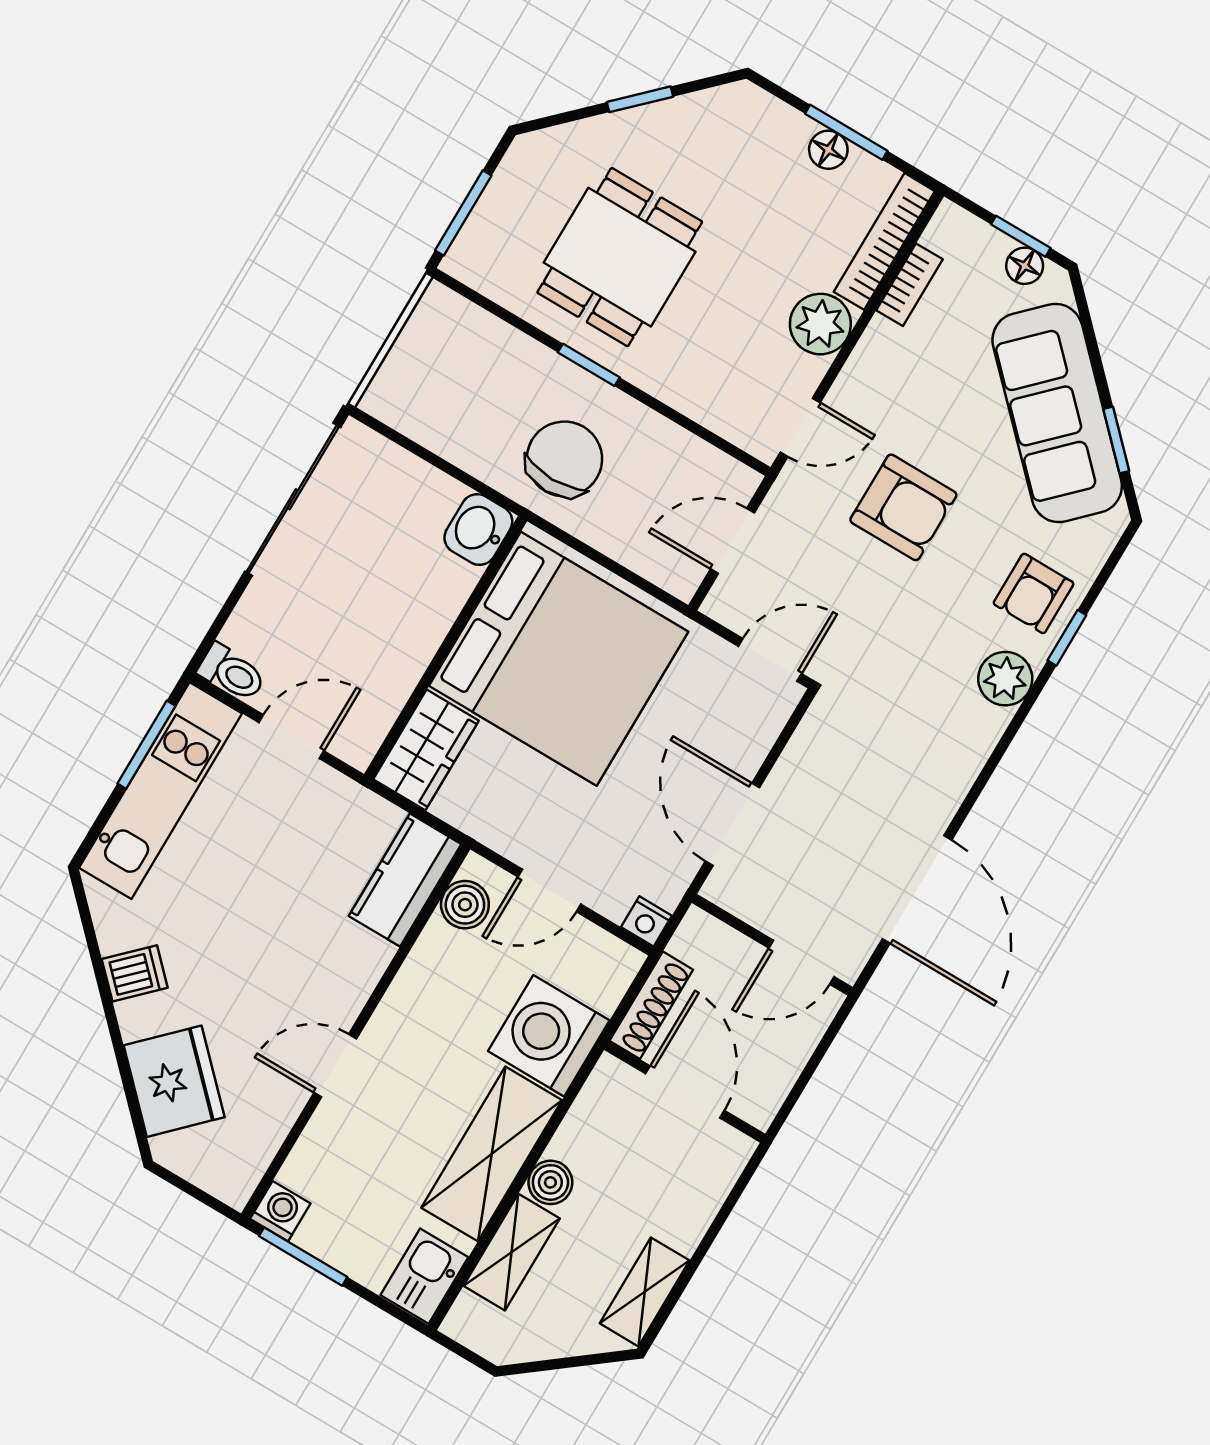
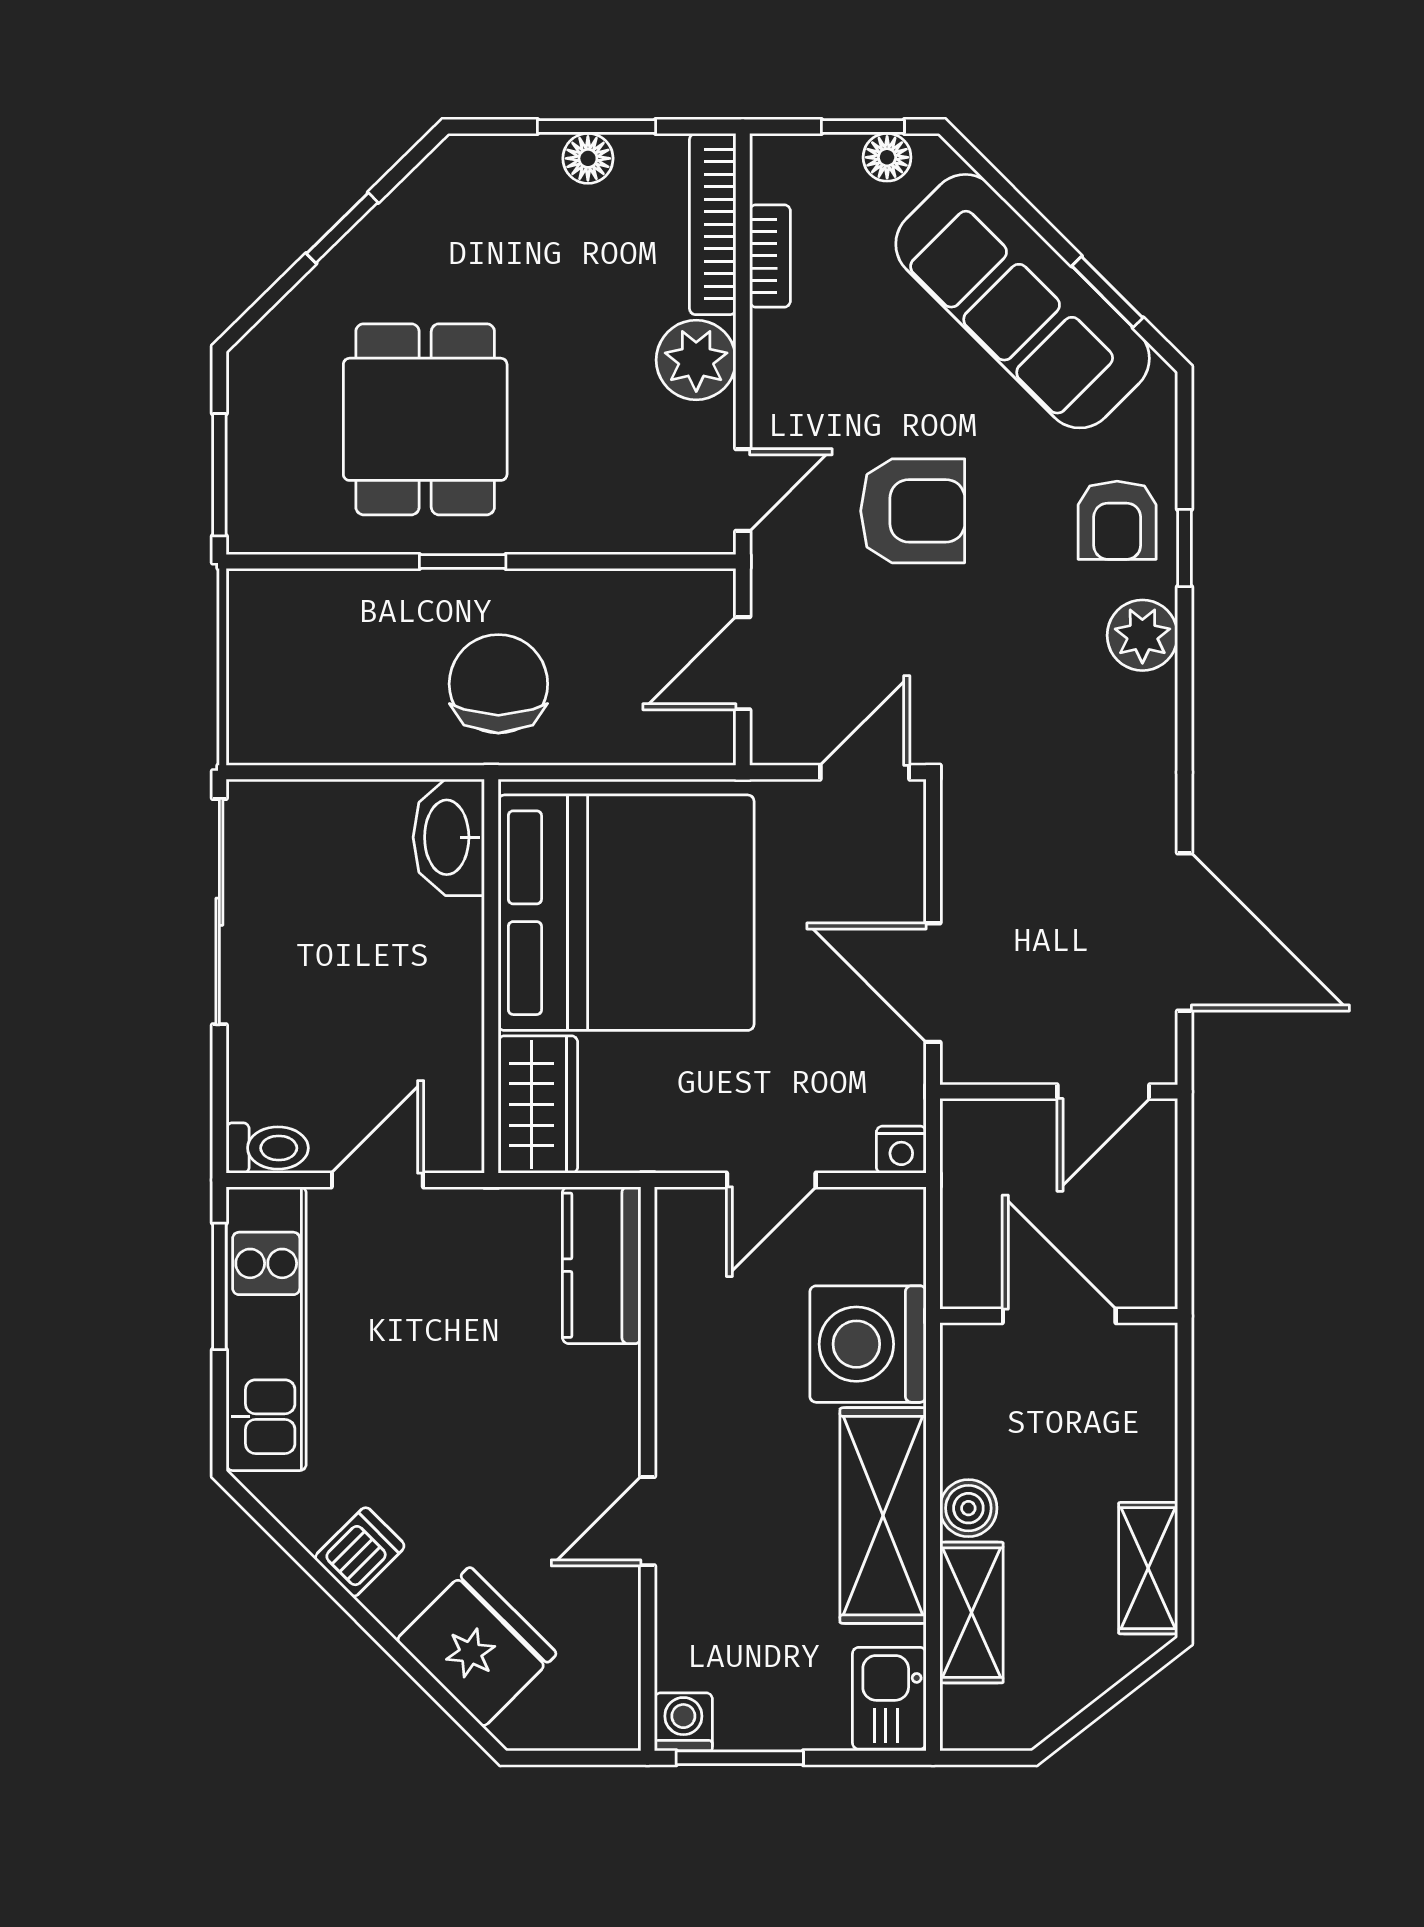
washbasin: (478, 530) -> (449, 837), width x1.38
boiler: (465, 905) -> (686, 1253), removed
shoe rack: (651, 1005) -> (963, 1241), removed

